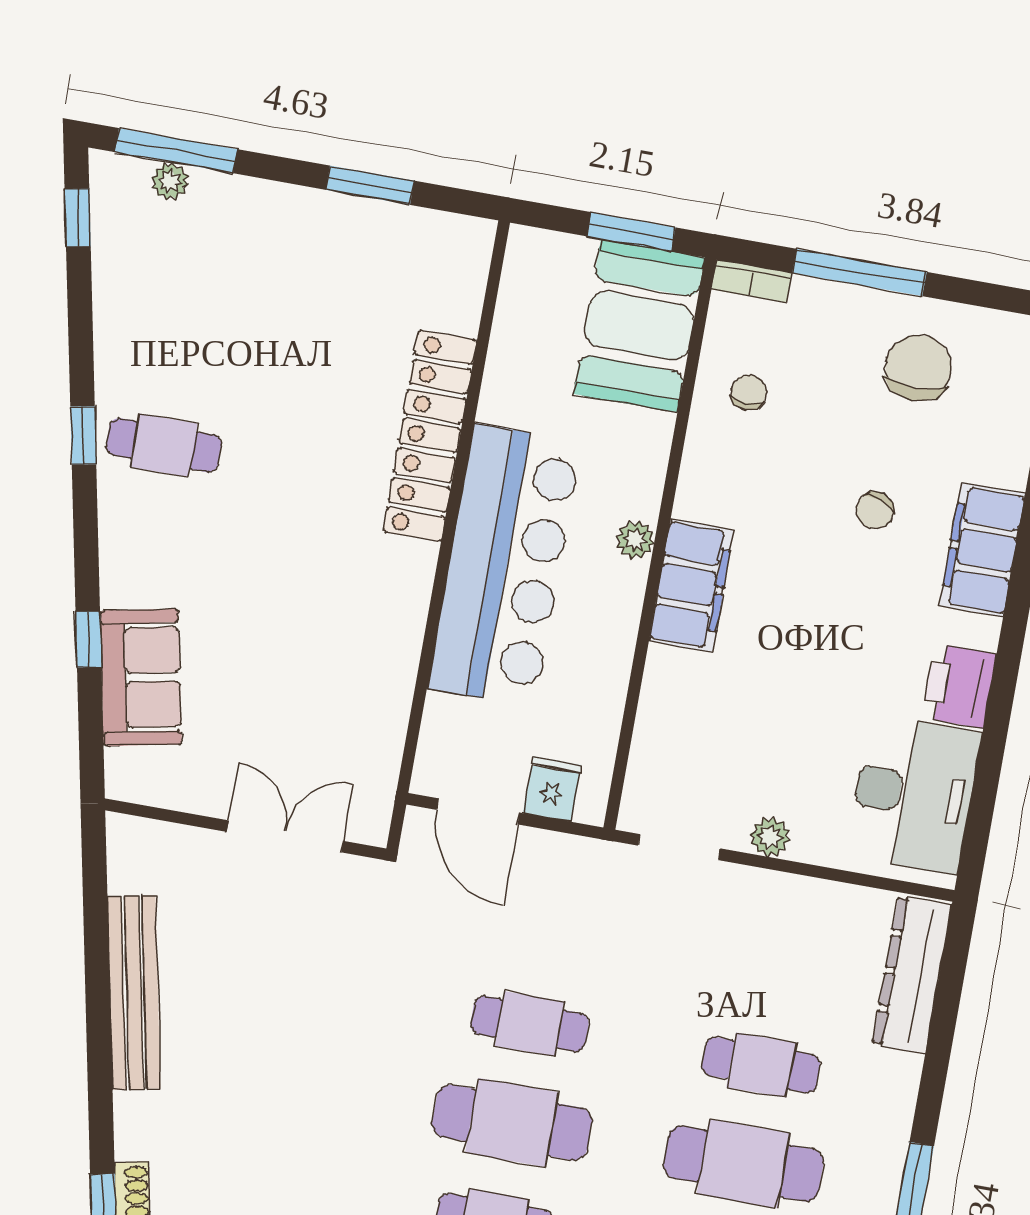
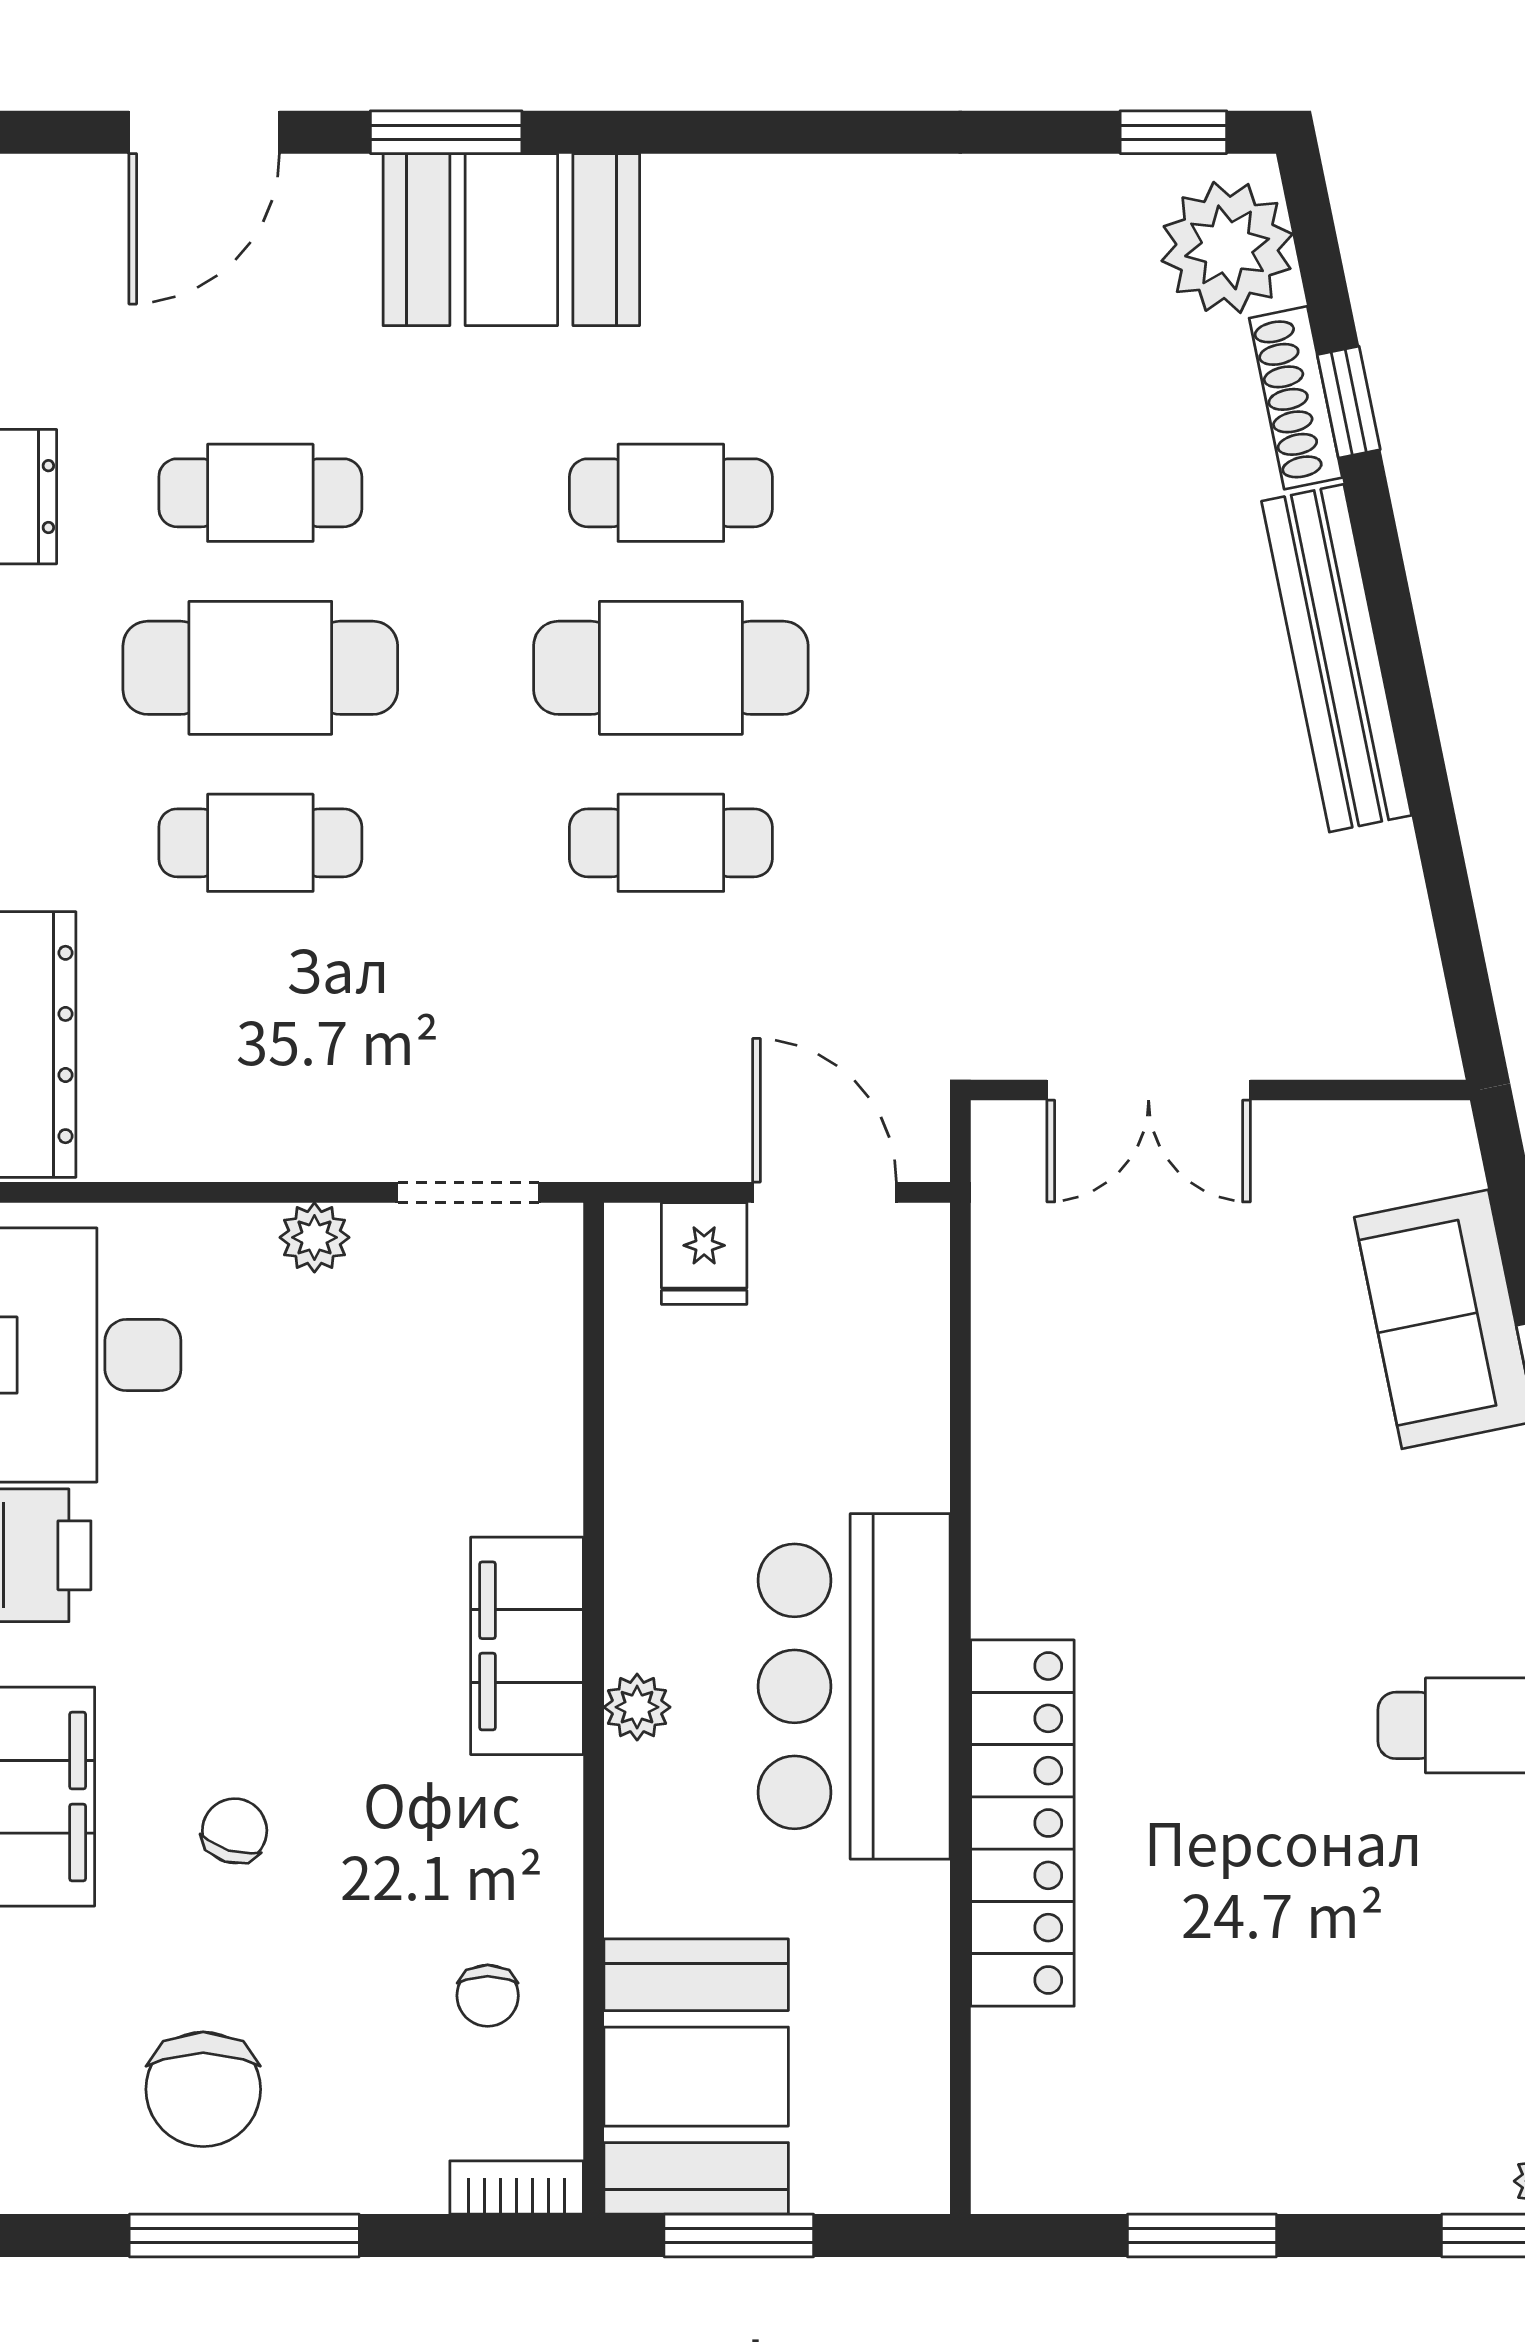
window: (860, 272) -> (244, 2235), moved
bar counter: (505, 565) -> (854, 1686), width x0.73
bench: (134, 992) -> (1337, 658), moved

